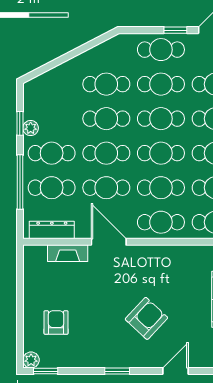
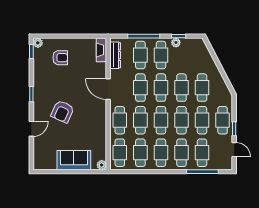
door: (109, 242) -> (108, 89), swing flipped
fireplace: (68, 253) -> (101, 50), moved
armchair: (146, 318) -> (63, 112), turned 71
door: (175, 371) -> (31, 129), hinge flipped

